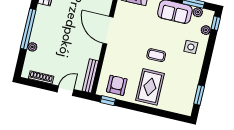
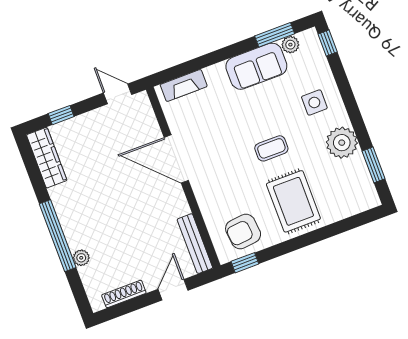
plant: (206, 30) -> (342, 143), moved, width x1.88, depth x1.88
armchair: (117, 85) -> (243, 231), turned -96

